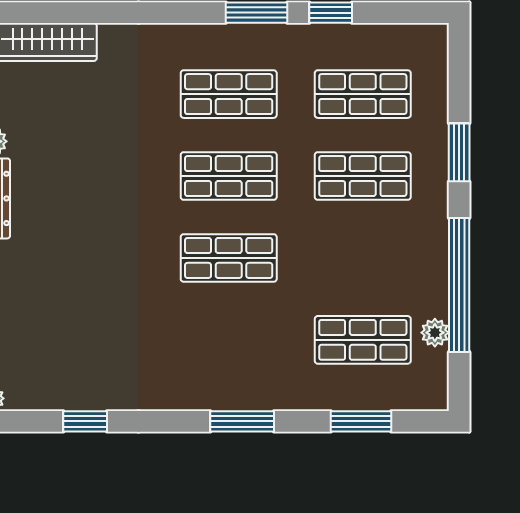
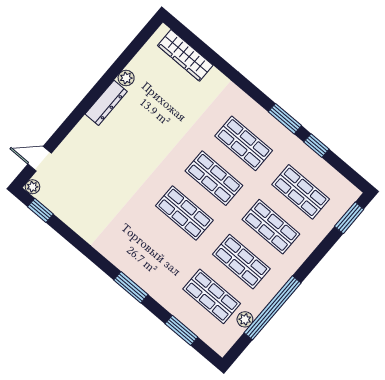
window: (459, 152) -> (349, 218), moved
shop shelf: (363, 258) -> (241, 262), added
window: (85, 421) -> (40, 210), moved

